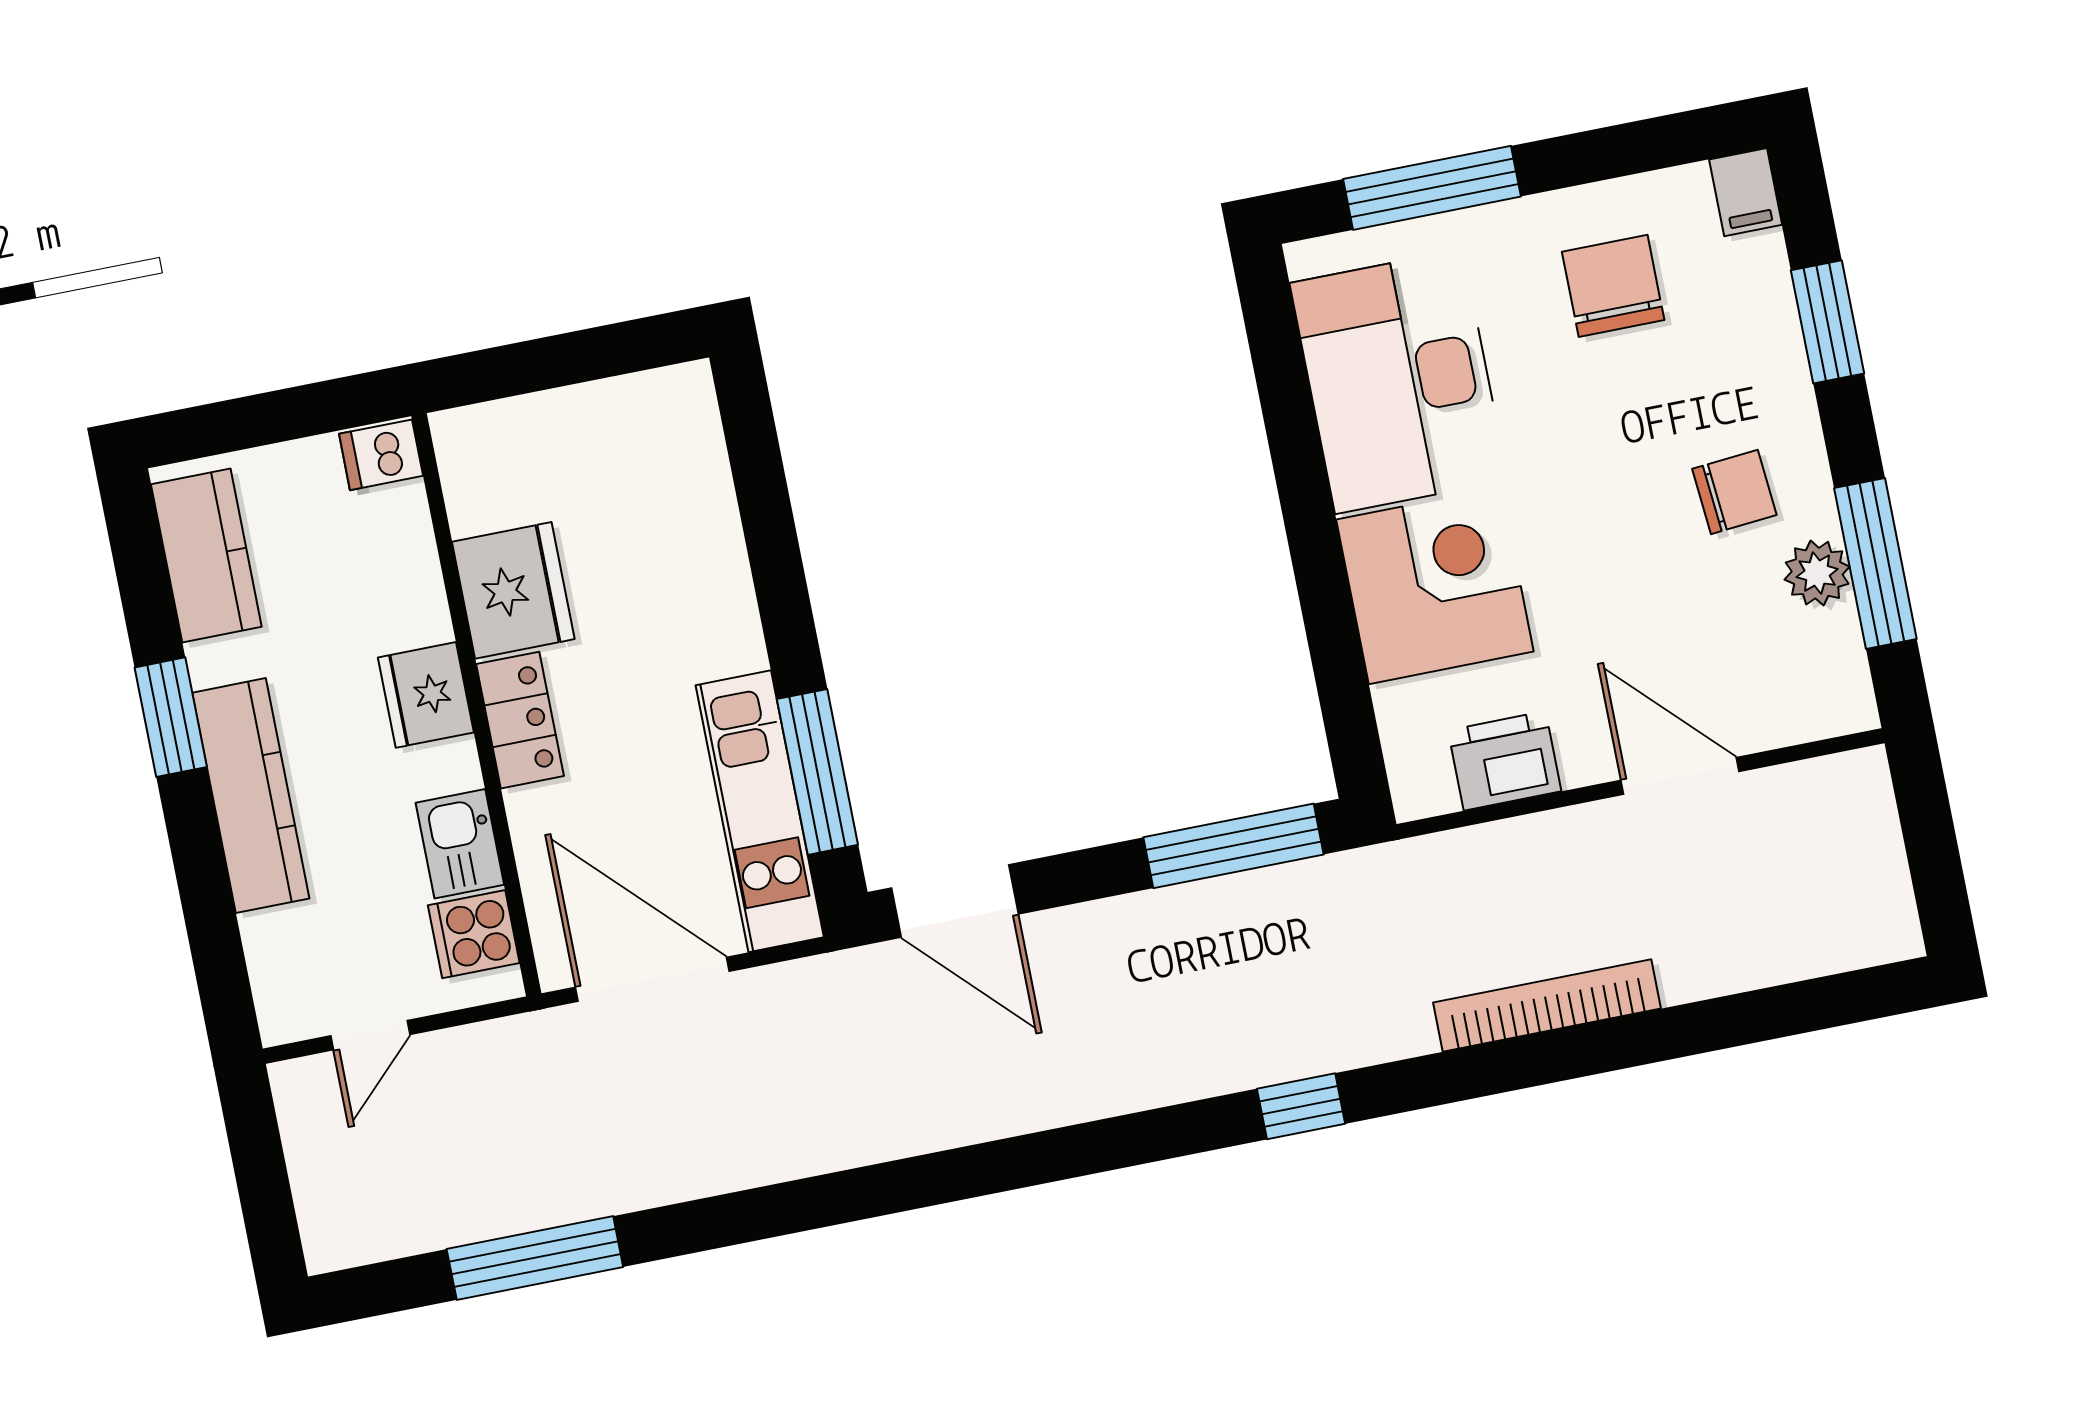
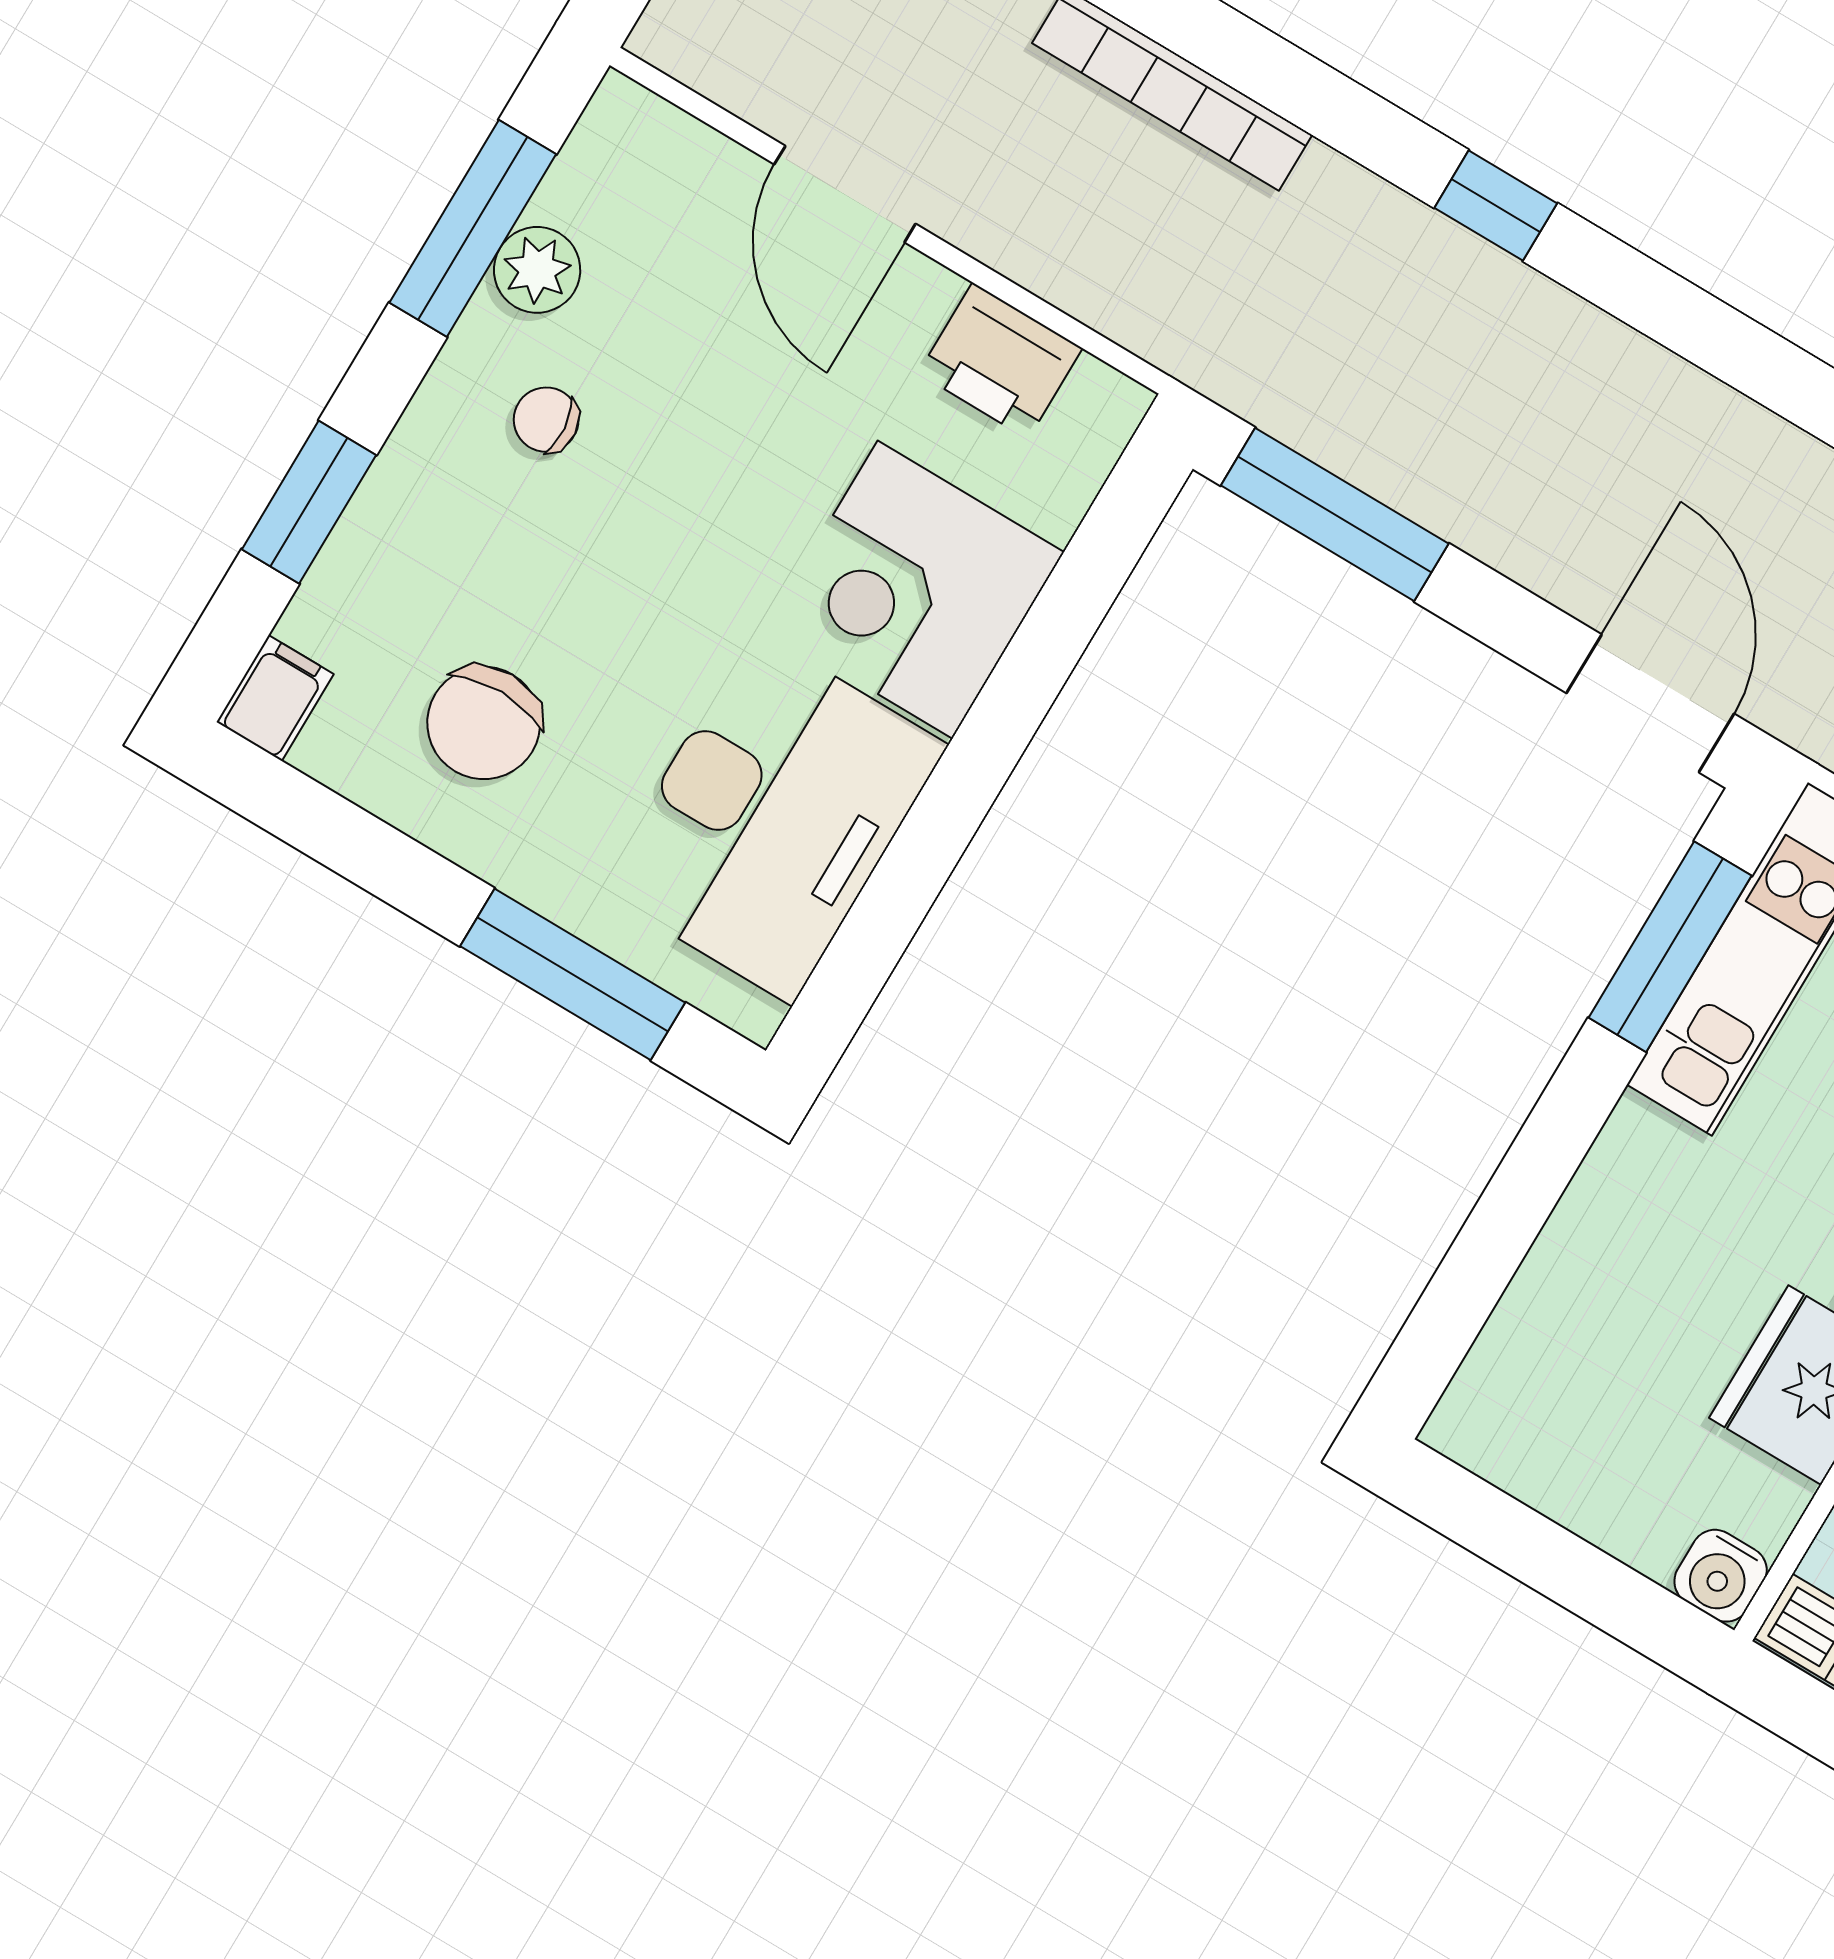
water cooler: (463, 438) -> (1721, 1576), added
chair: (1734, 492) -> (546, 420), width x0.73, depth x0.73

